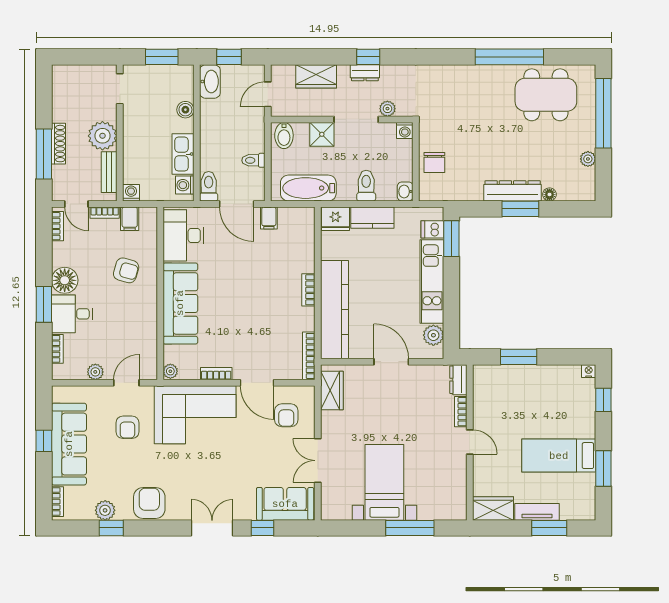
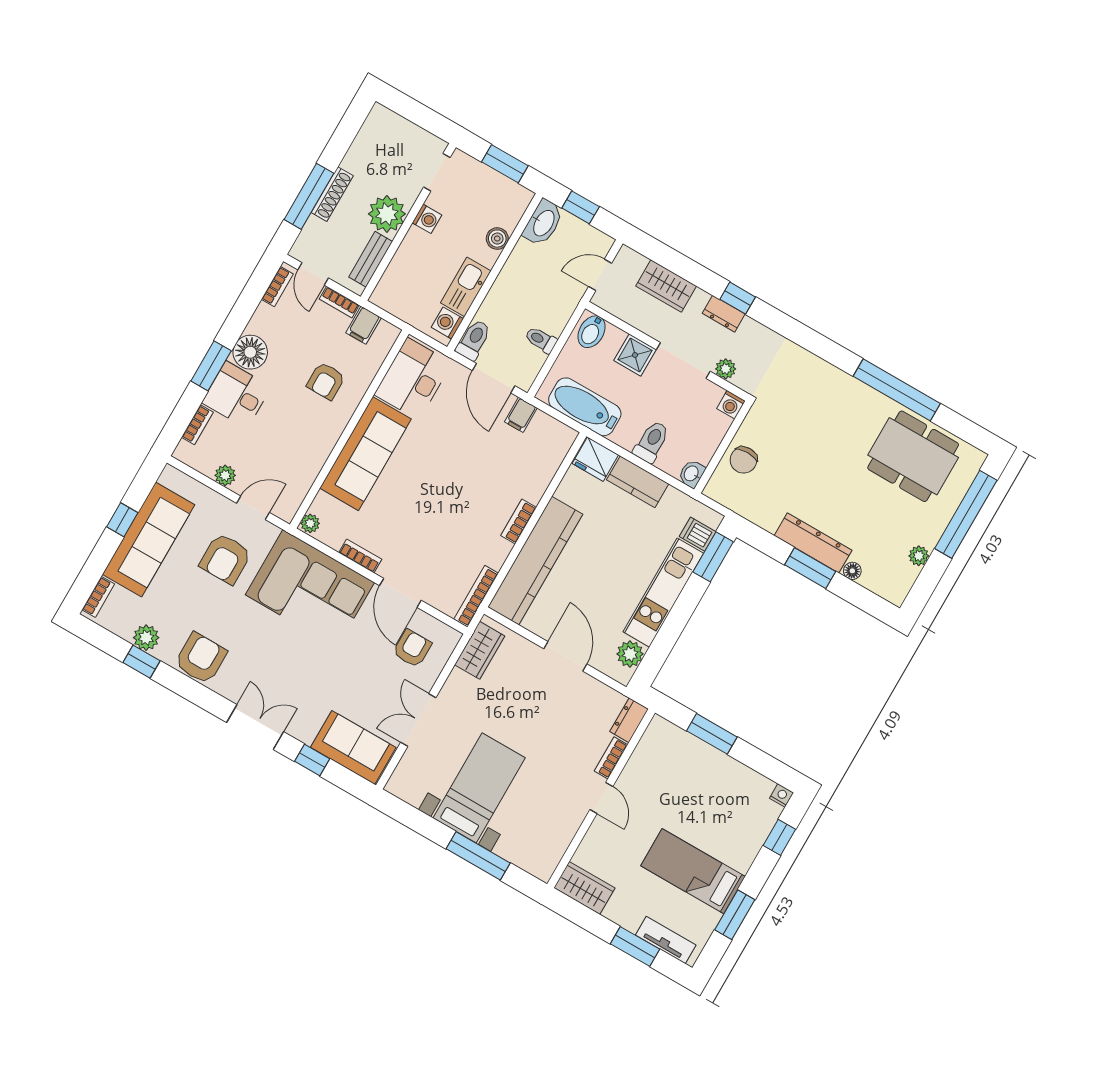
washing machine: (131, 193) -> (427, 219), moved, turned 90
armchair: (126, 270) -> (326, 381), turned 74
armchair: (286, 415) -> (412, 648), turned 180
armchair: (127, 427) -> (225, 559), width x1.38, depth x1.38
tv unit: (537, 512) -> (666, 940), moved

